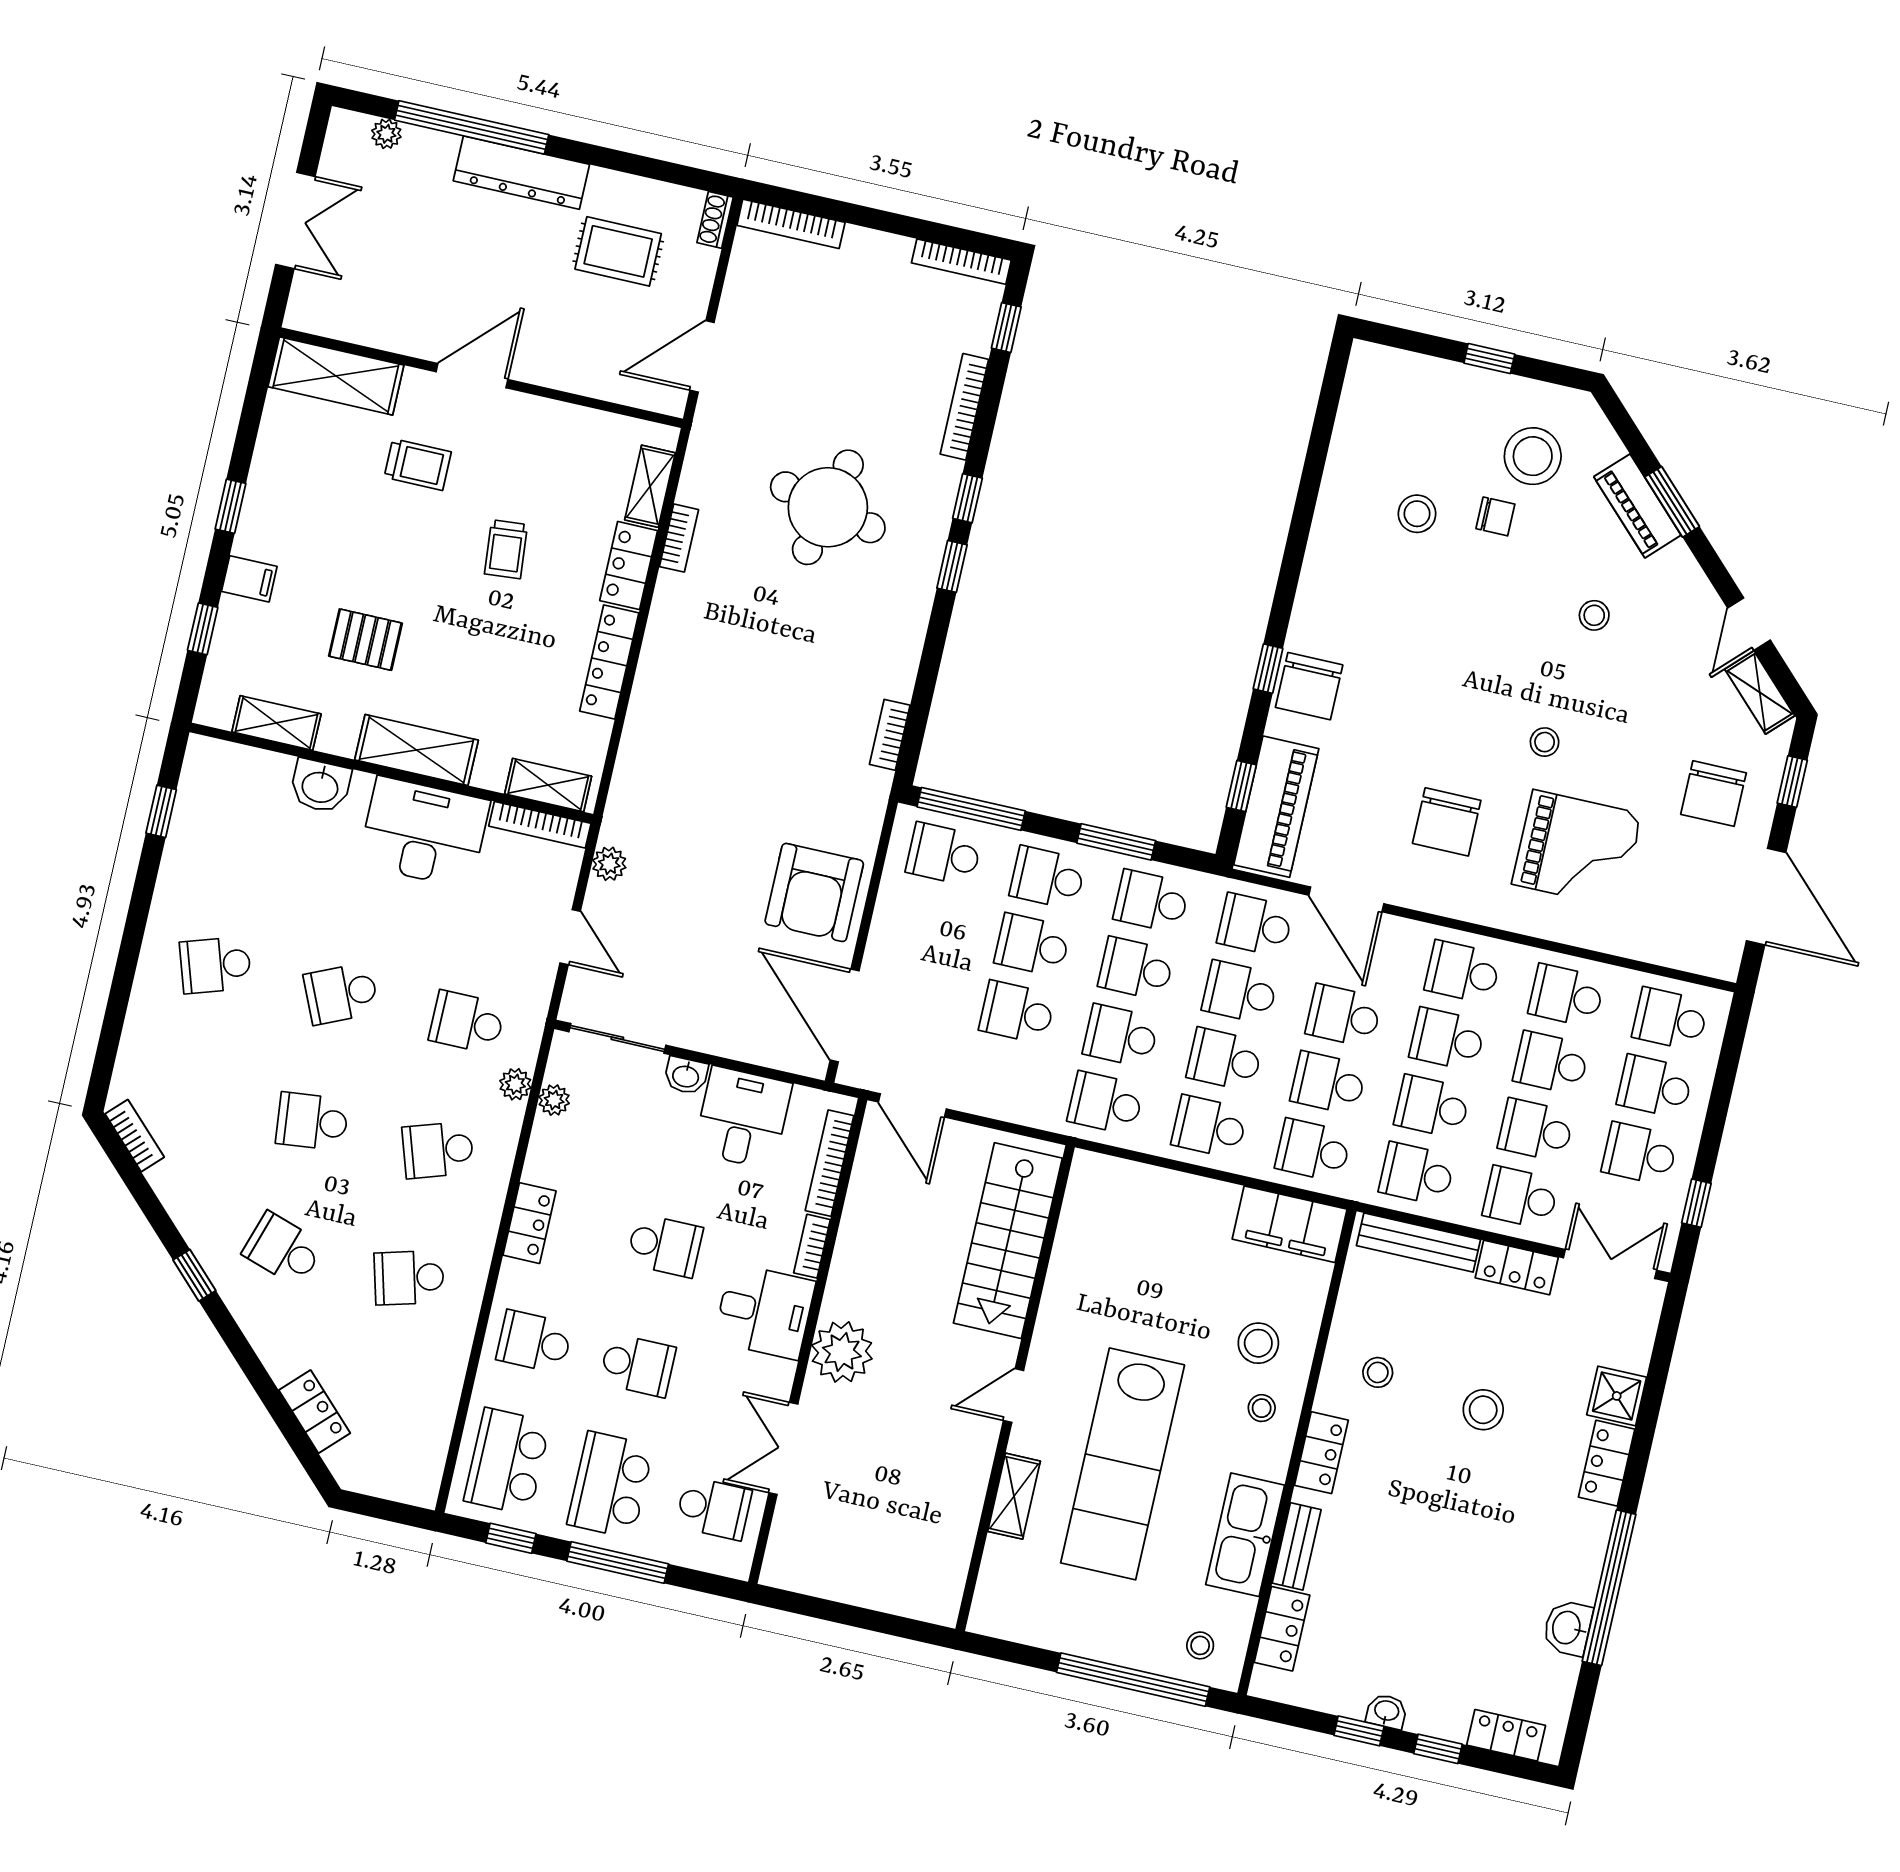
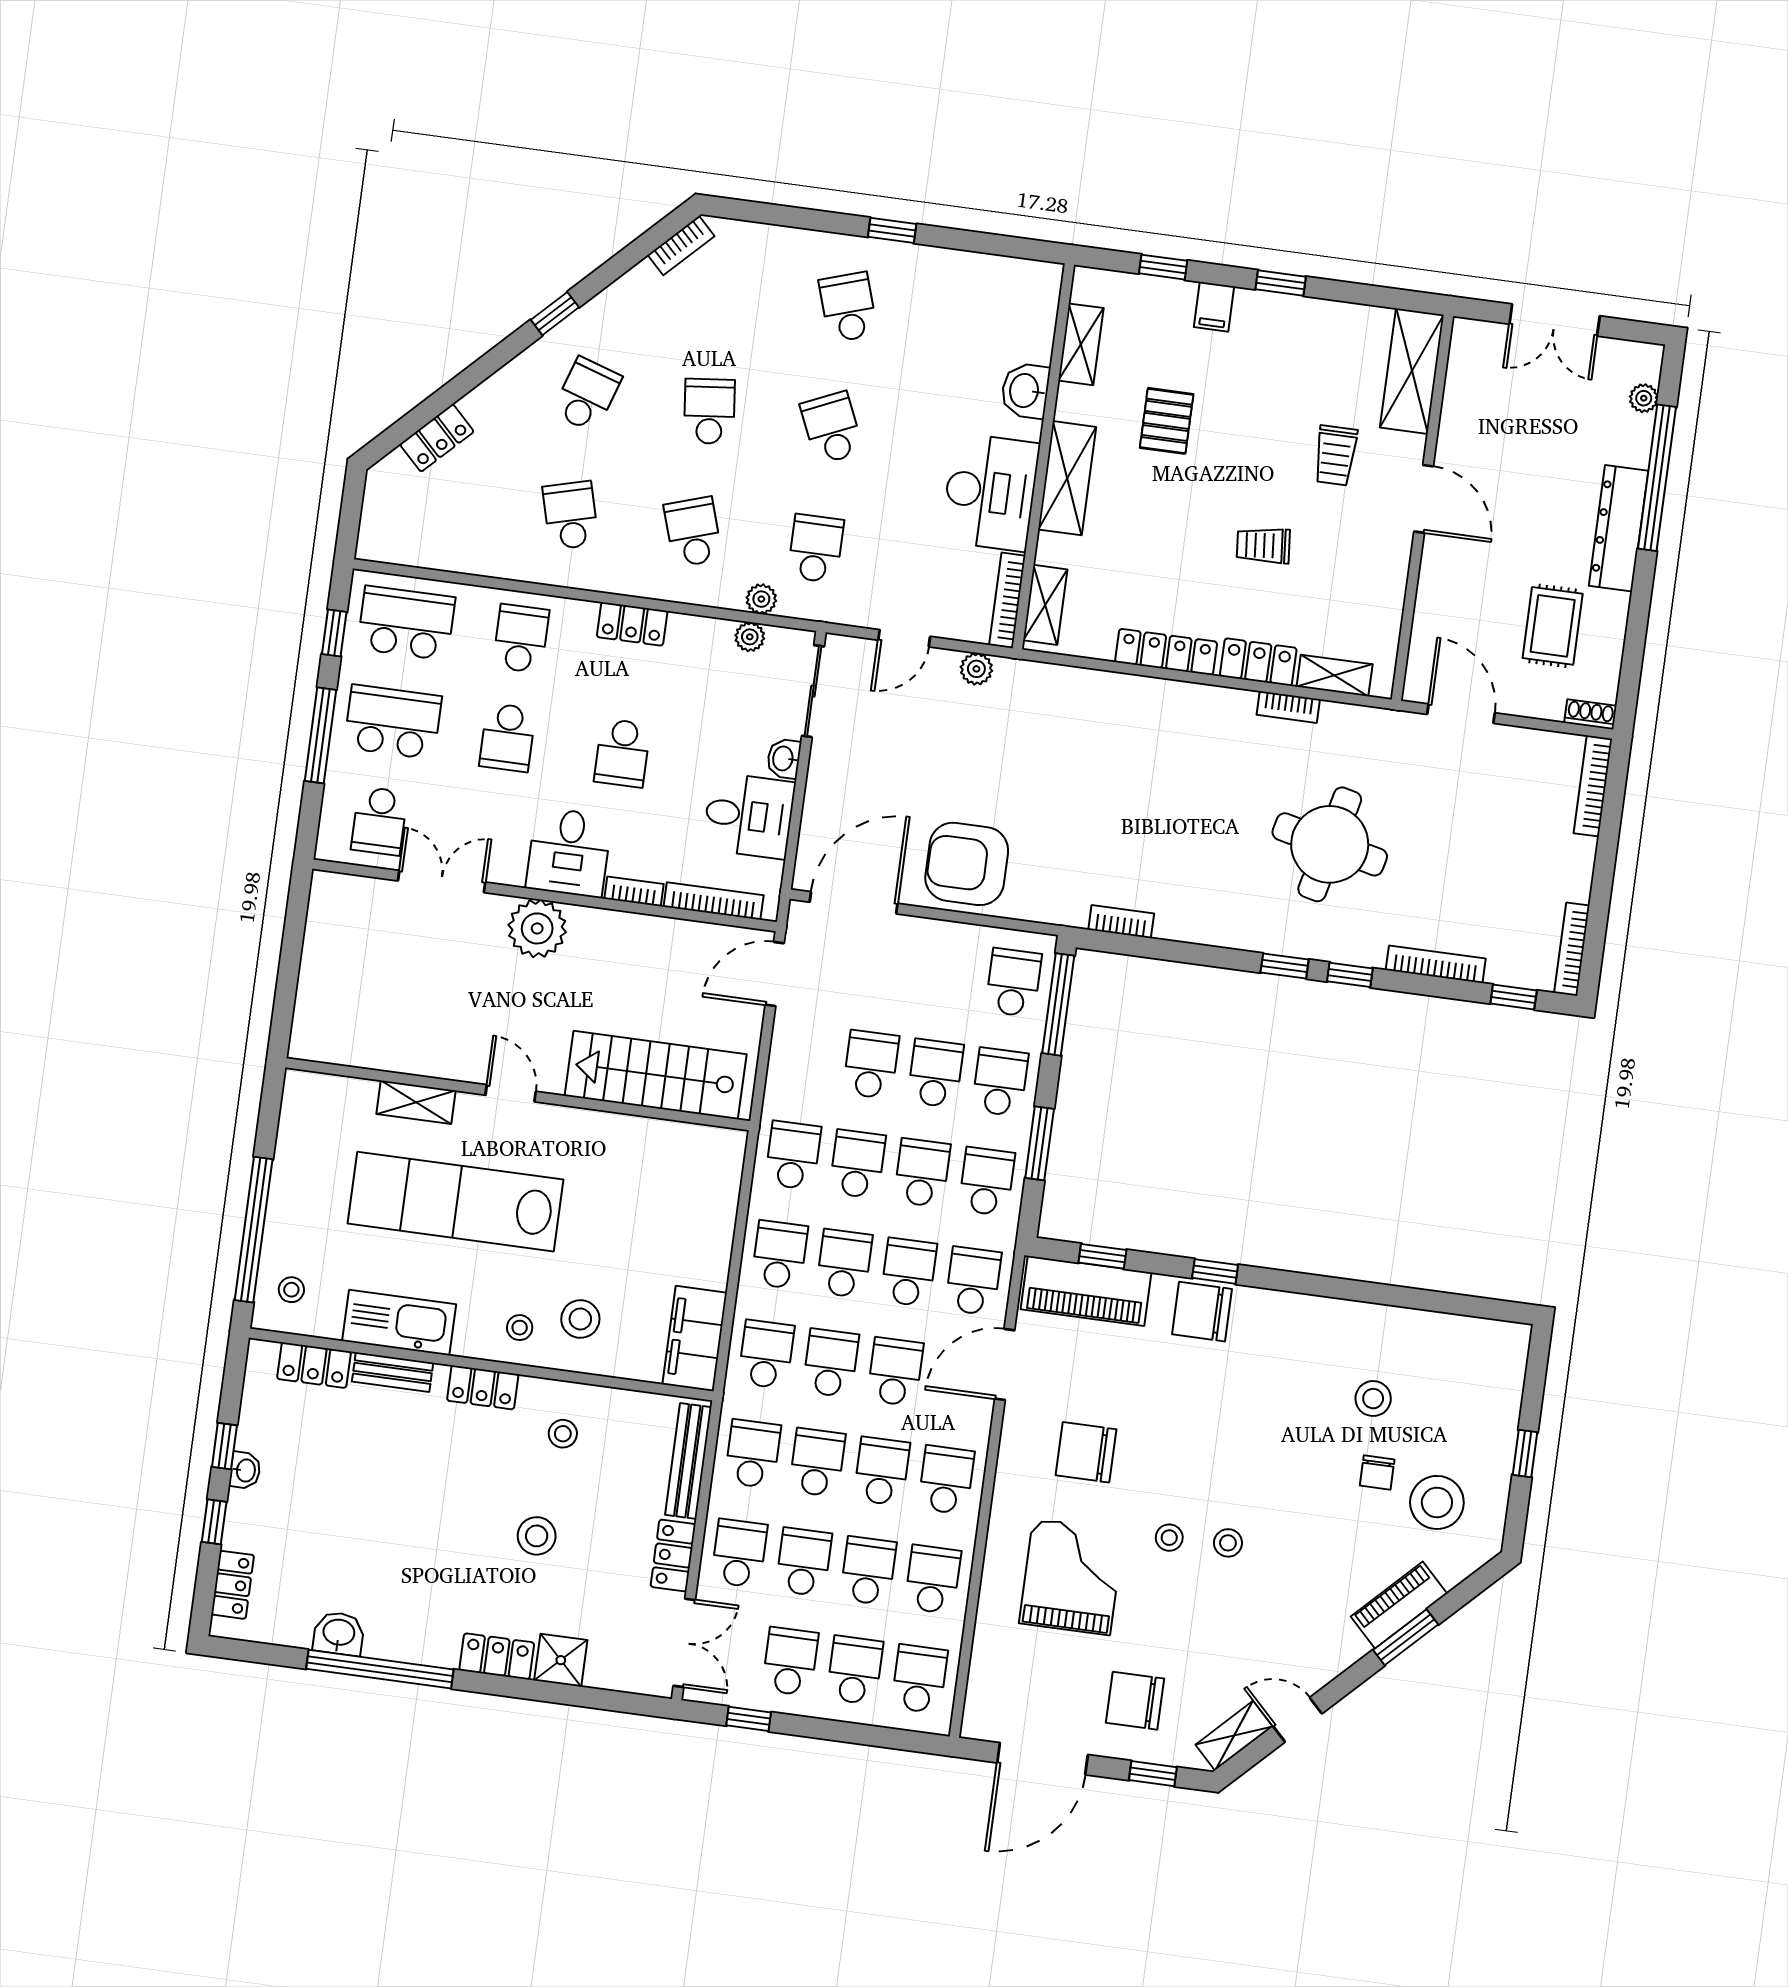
stool: (1594, 615) -> (1228, 1543), moved
window: (161, 811) -> (892, 230), moved
grand piano: (1577, 849) -> (1071, 1577), turned 180

